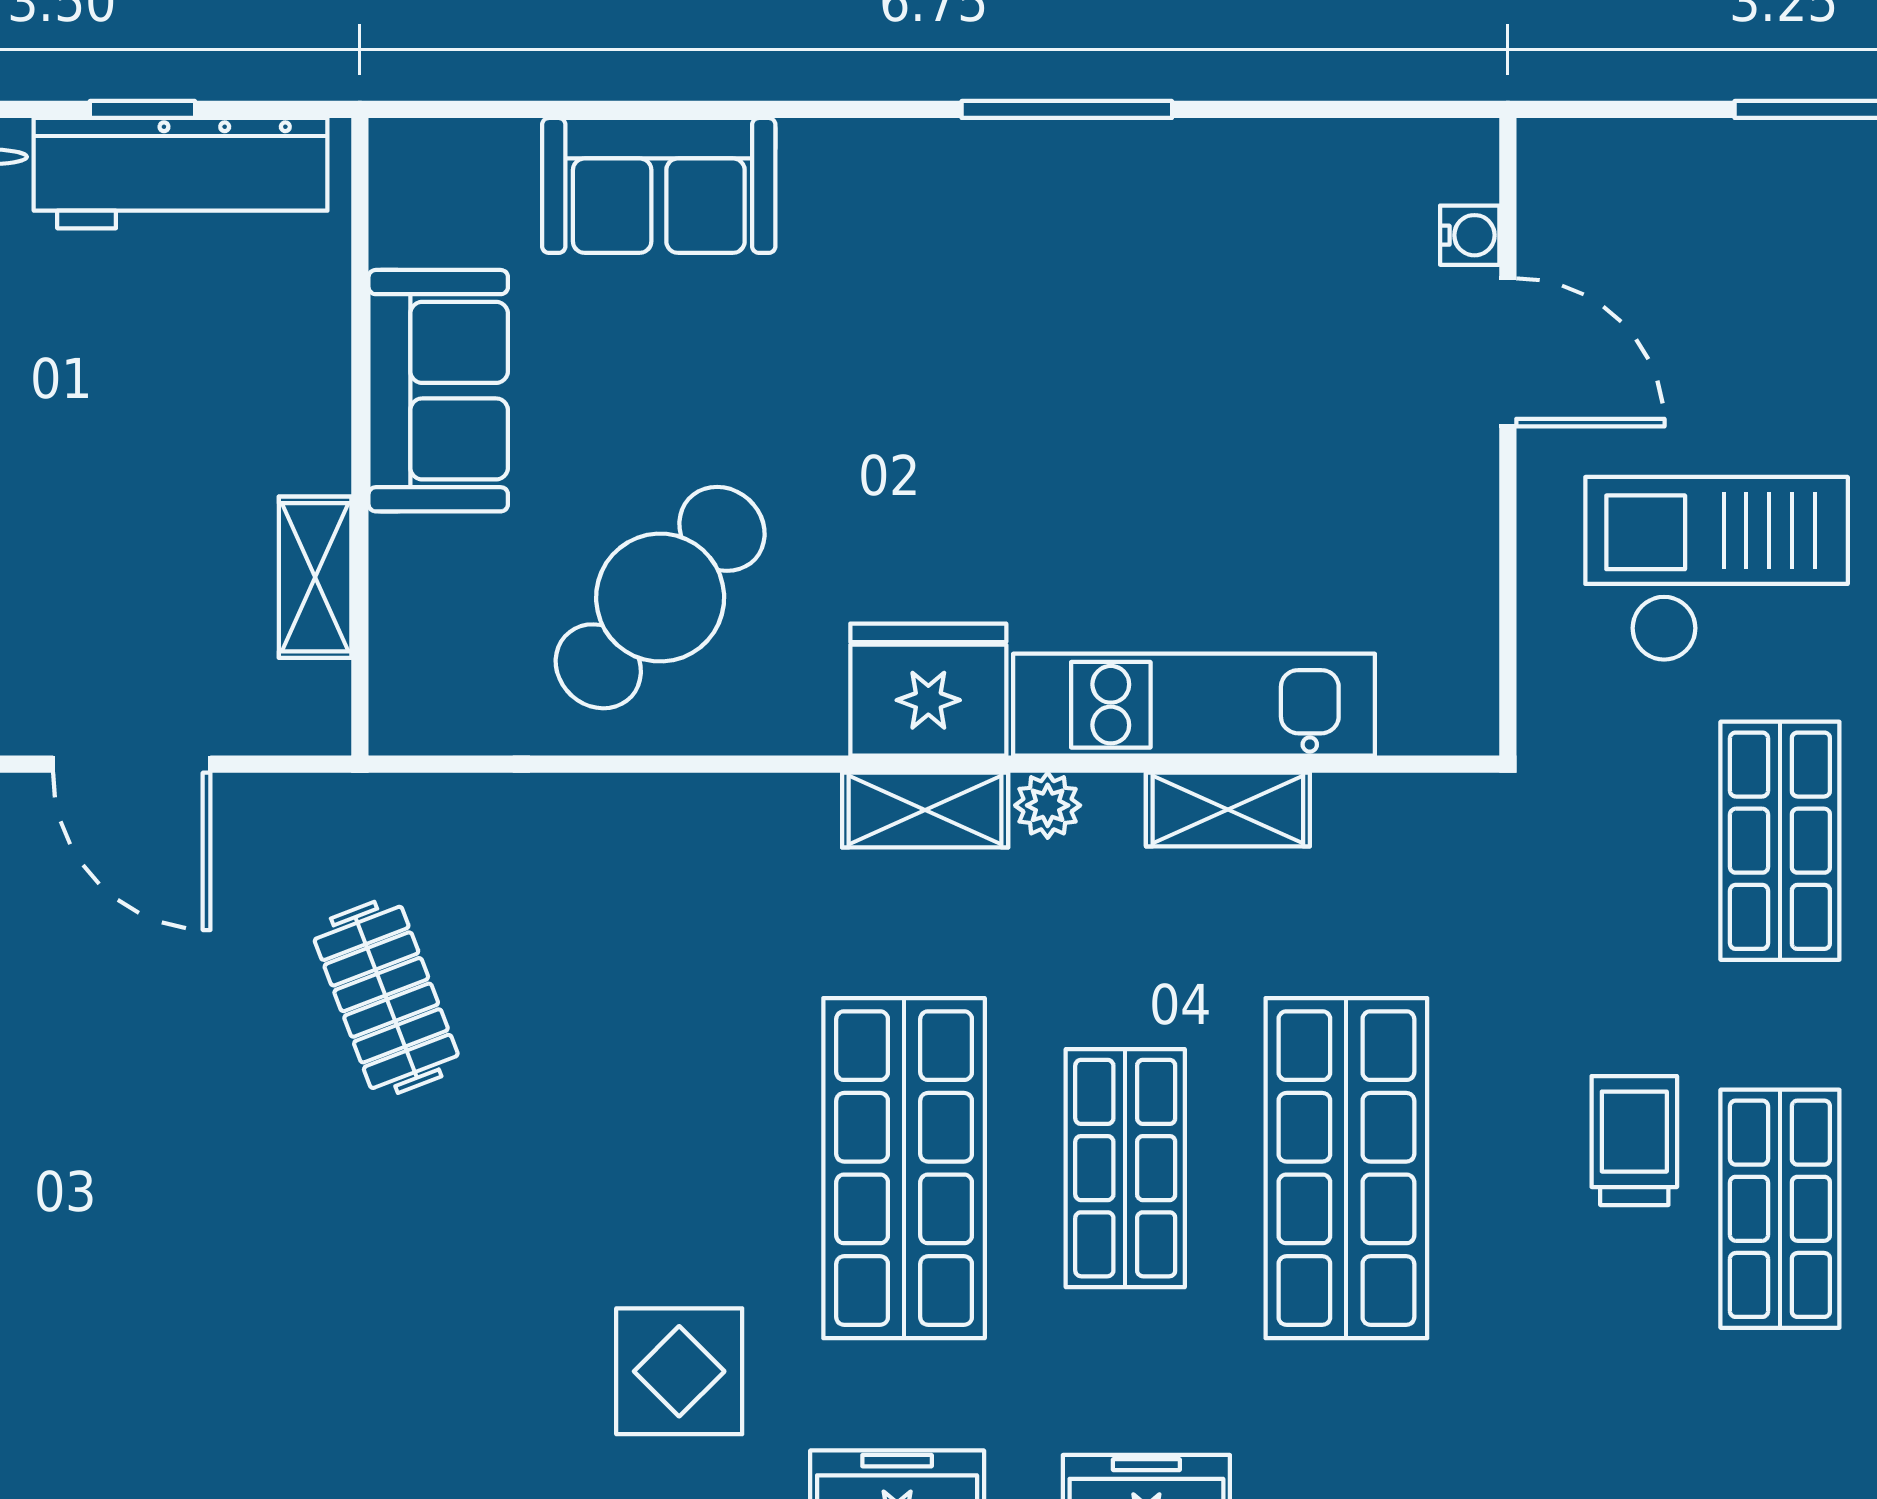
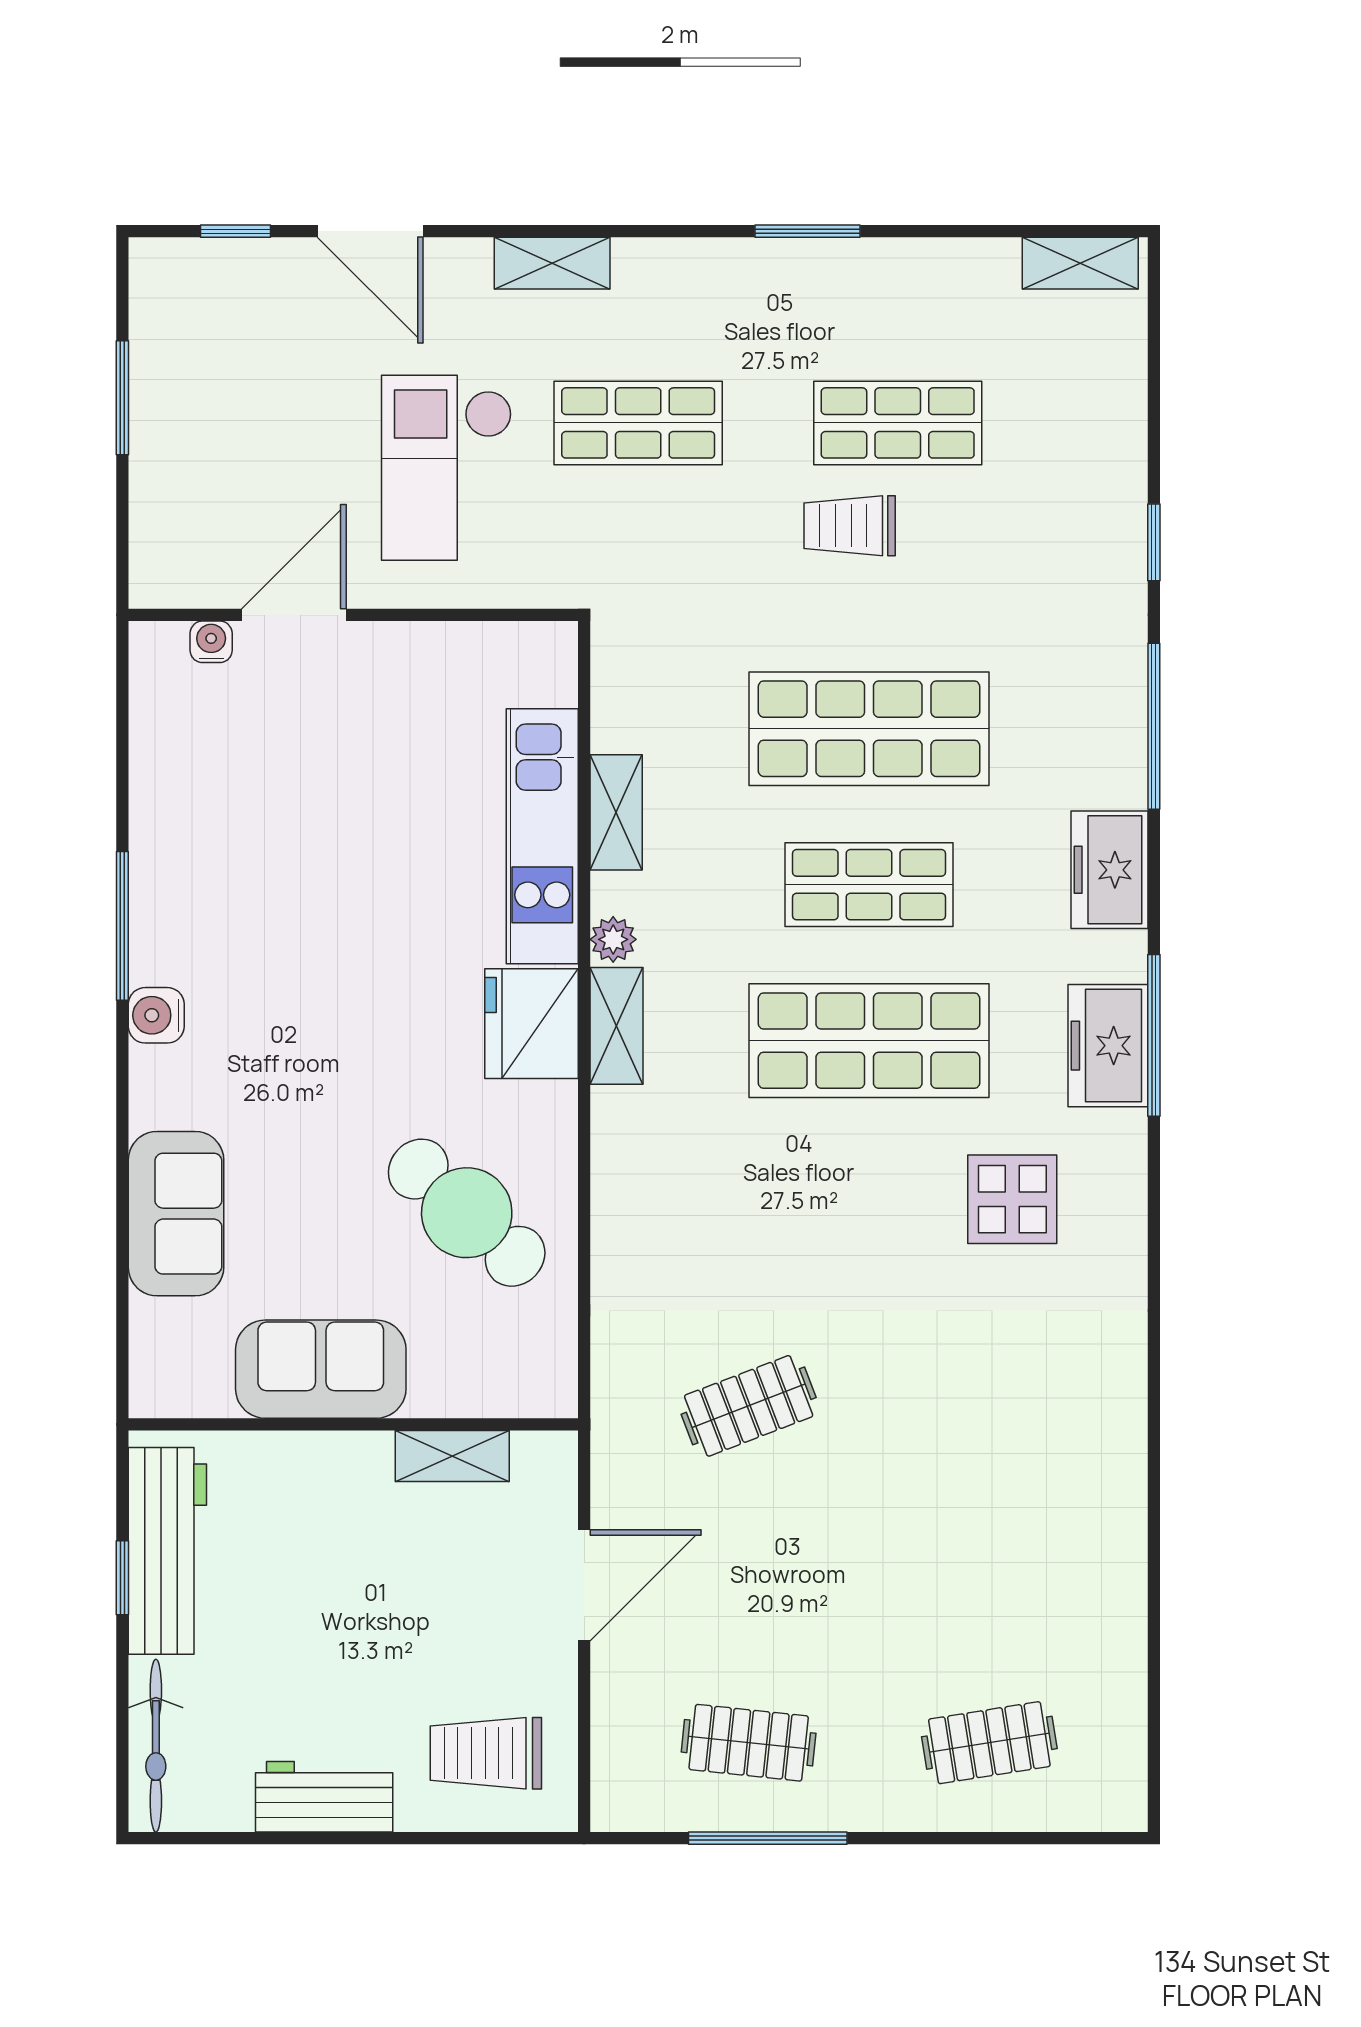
water cooler: (940, 157) -> (156, 1015), added

